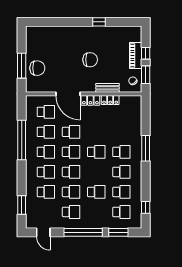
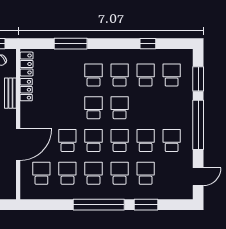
locker: (90, 100) -> (27, 64), moved
window: (22, 140) -> (99, 205), moved
window: (146, 148) -> (71, 44), moved
school desk: (96, 192) -> (120, 108), moved
window: (22, 205) -> (146, 205), moved
window: (146, 207) -> (148, 44), moved

